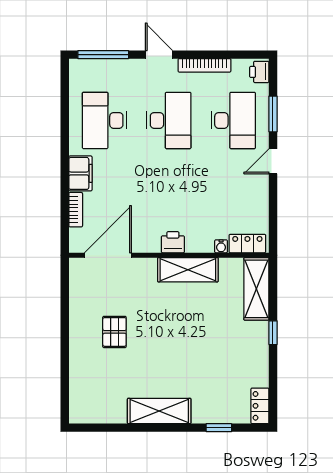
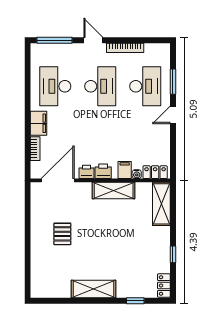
printer: (259, 72) -> (86, 172), moved, turned 90
filing cabinet: (204, 240) -> (125, 170), added
window: (273, 333) -> (173, 254), moved

